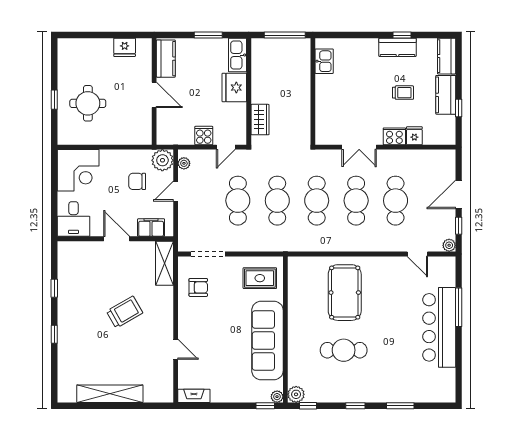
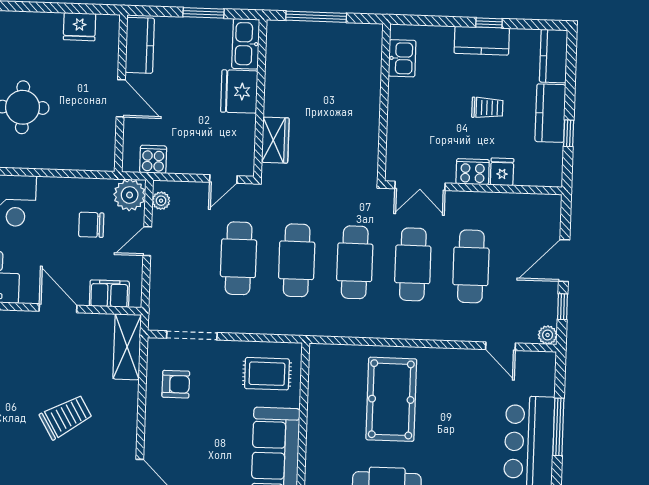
kitchen sink: (324, 61) -> (402, 58), moved
wall: (313, 91) -> (384, 102), moved
cooker: (204, 136) -> (153, 159), moved

